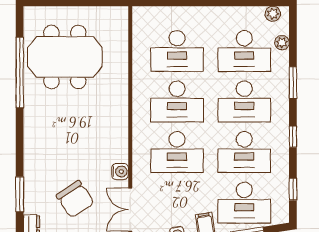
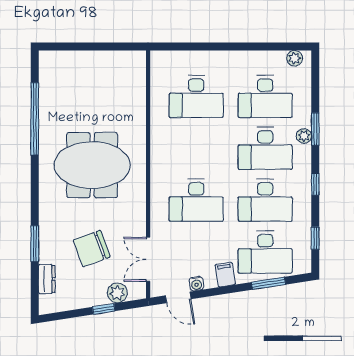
plant: (282, 43) -> (304, 136), moved
meeting table: (65, 57) -> (92, 165), moved
desk: (177, 102) -> (196, 148), removed
water cooler: (120, 172) -> (138, 220), removed
chair: (75, 199) -> (92, 249), turned 104

